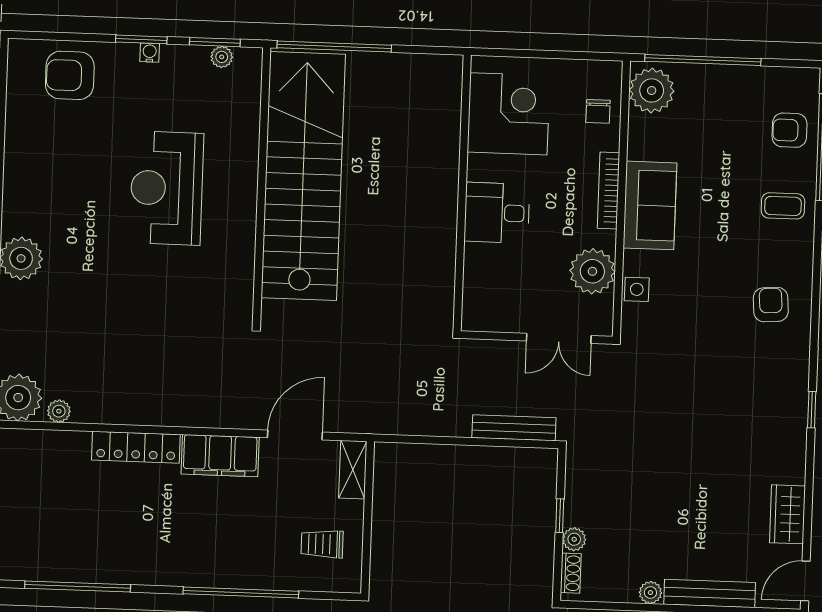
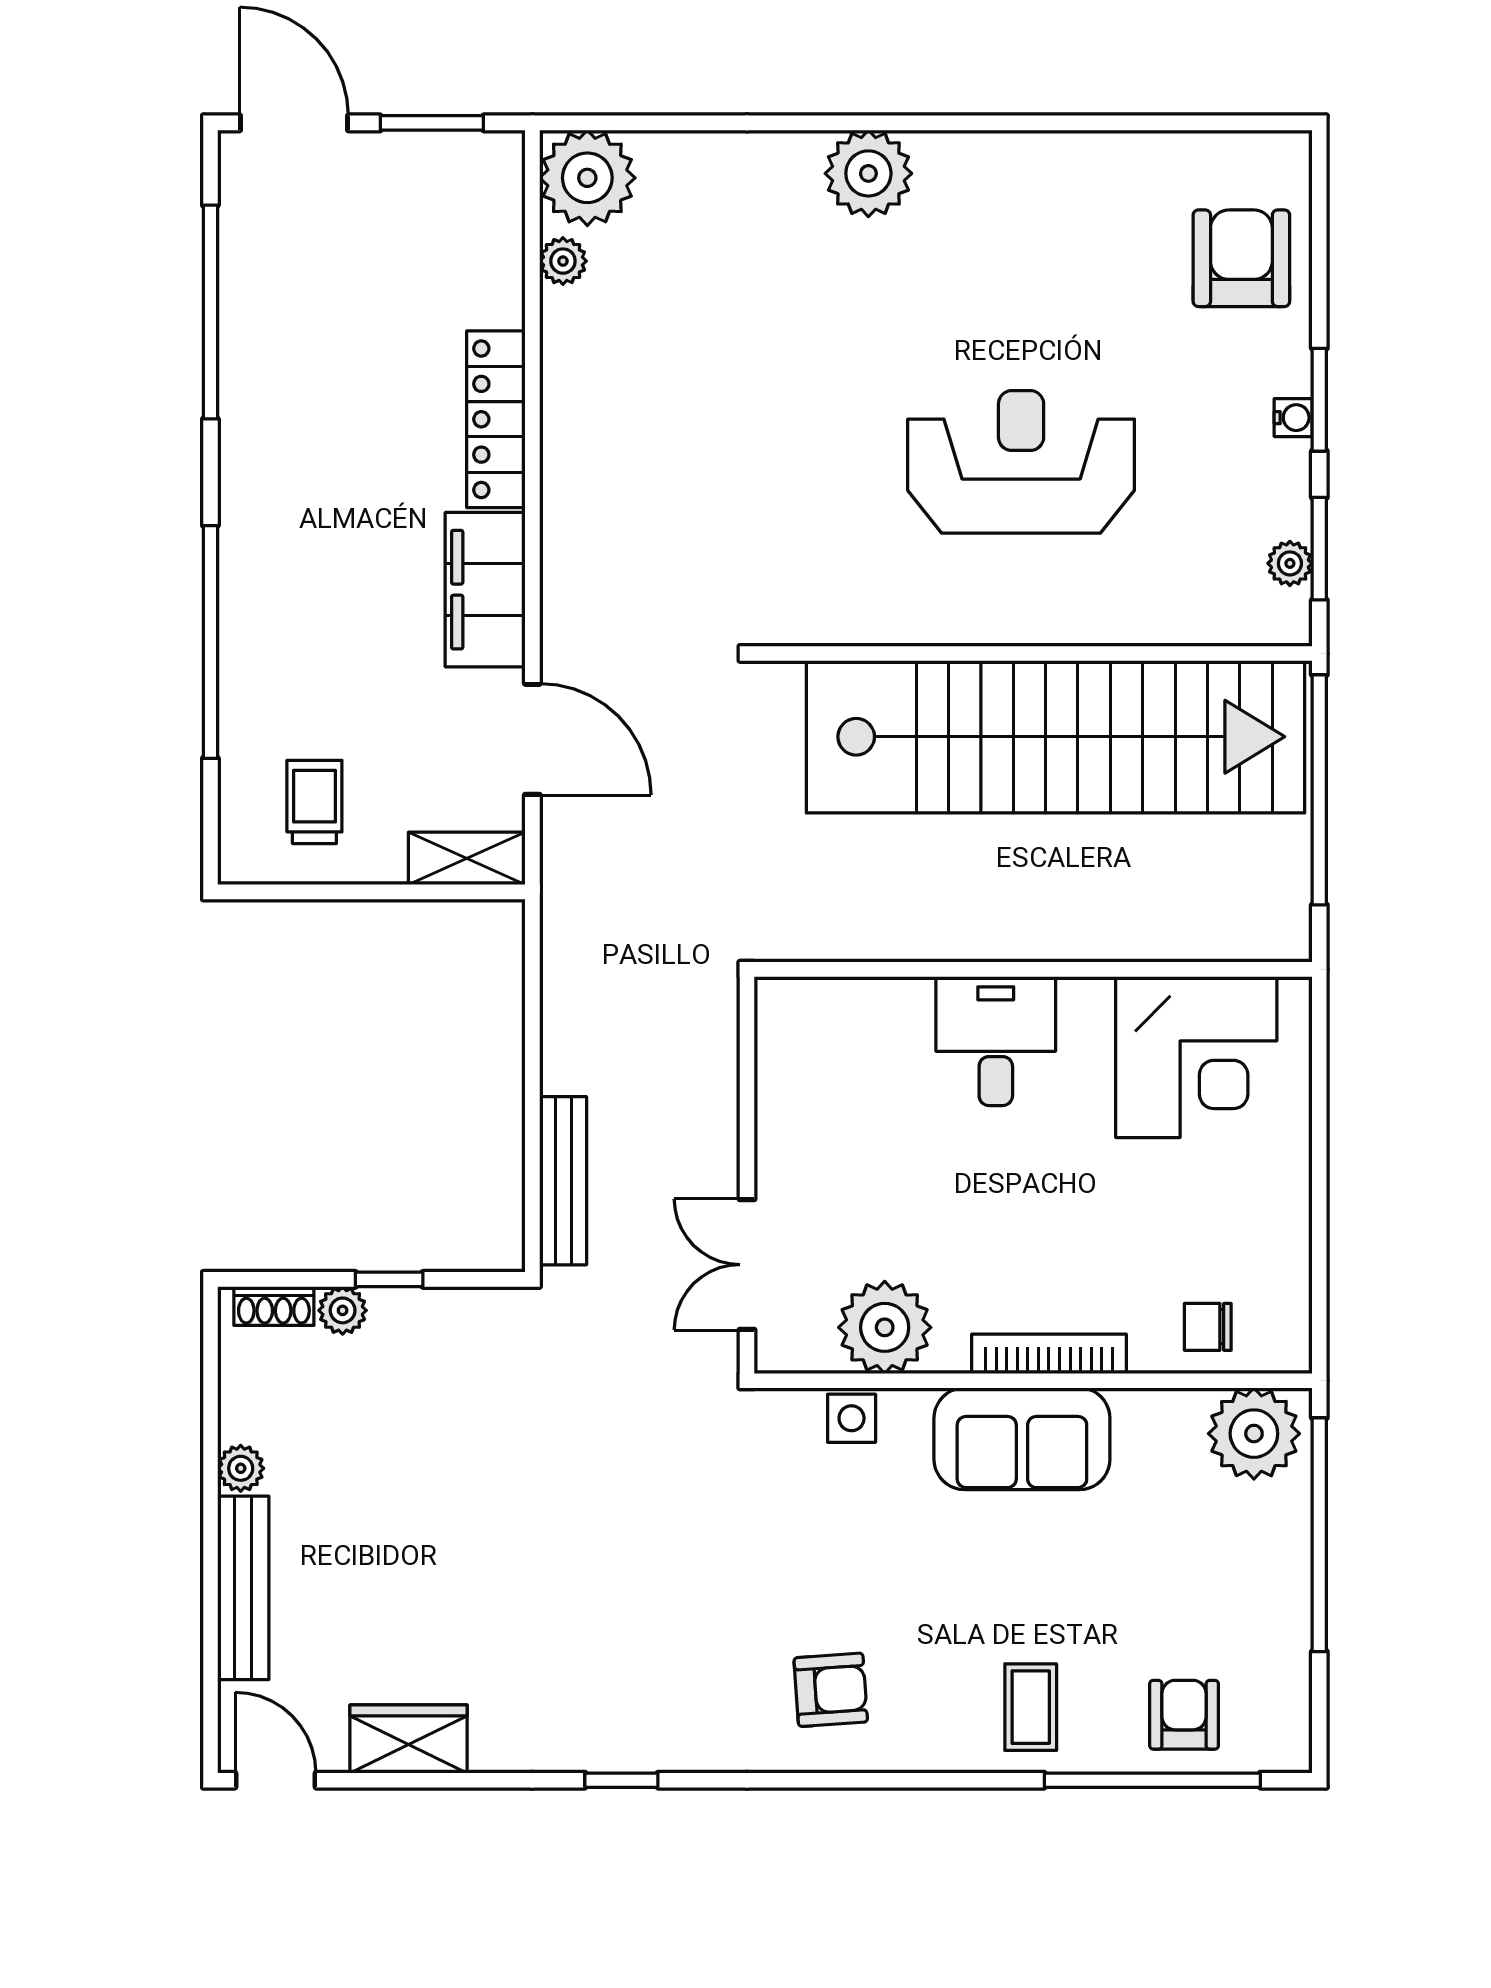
corner desk: (509, 114) -> (1196, 1057), moved
wall: (462, 193) -> (1033, 969), moved
desk: (497, 213) -> (996, 1041), moved

